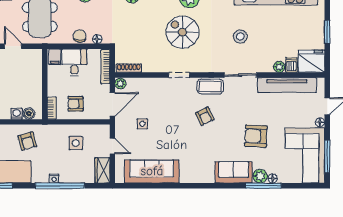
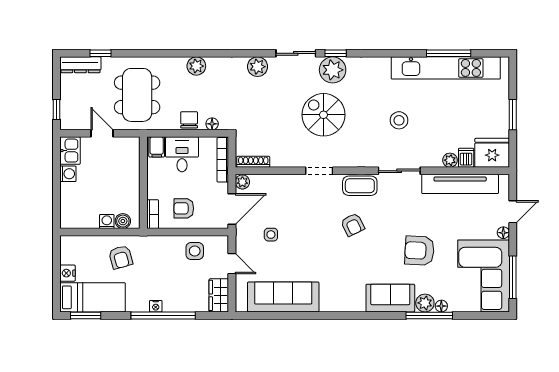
side table: (76, 143) -> (195, 251), moved

